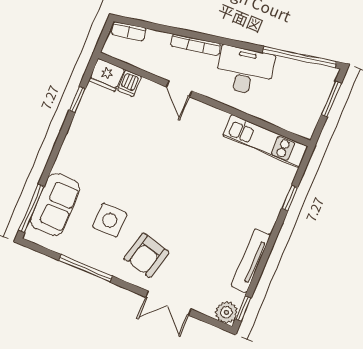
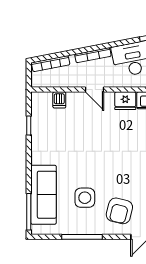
bookcase: (129, 31) -> (51, 64), width x1.56
fridge: (106, 75) -> (125, 101), moved
sofa: (55, 204) -> (44, 195), width x1.36

